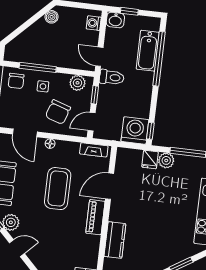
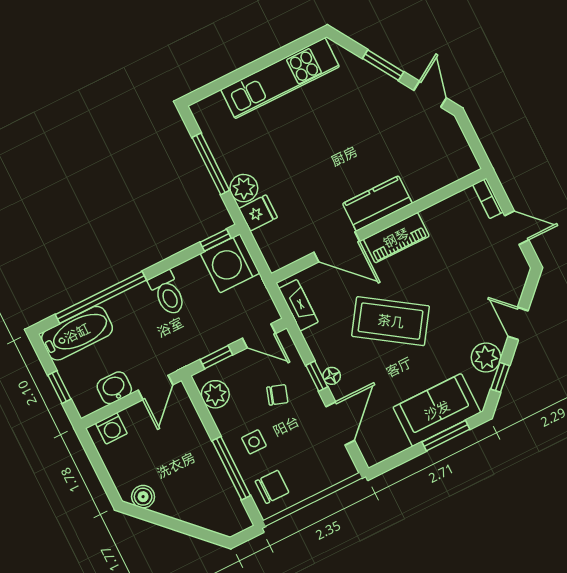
washbasin: (115, 20) -> (114, 388), moved, turned -90
bathtub: (148, 51) -> (77, 333), moved
toilet: (112, 77) -> (167, 293), moved, turned 180
chair: (58, 112) -> (277, 395), width x0.54, depth x0.54
window: (55, 136) -> (317, 376), added
coffee table: (58, 189) -> (391, 321), turned 34
kitchen counter: (115, 240) -> (377, 203), moved

